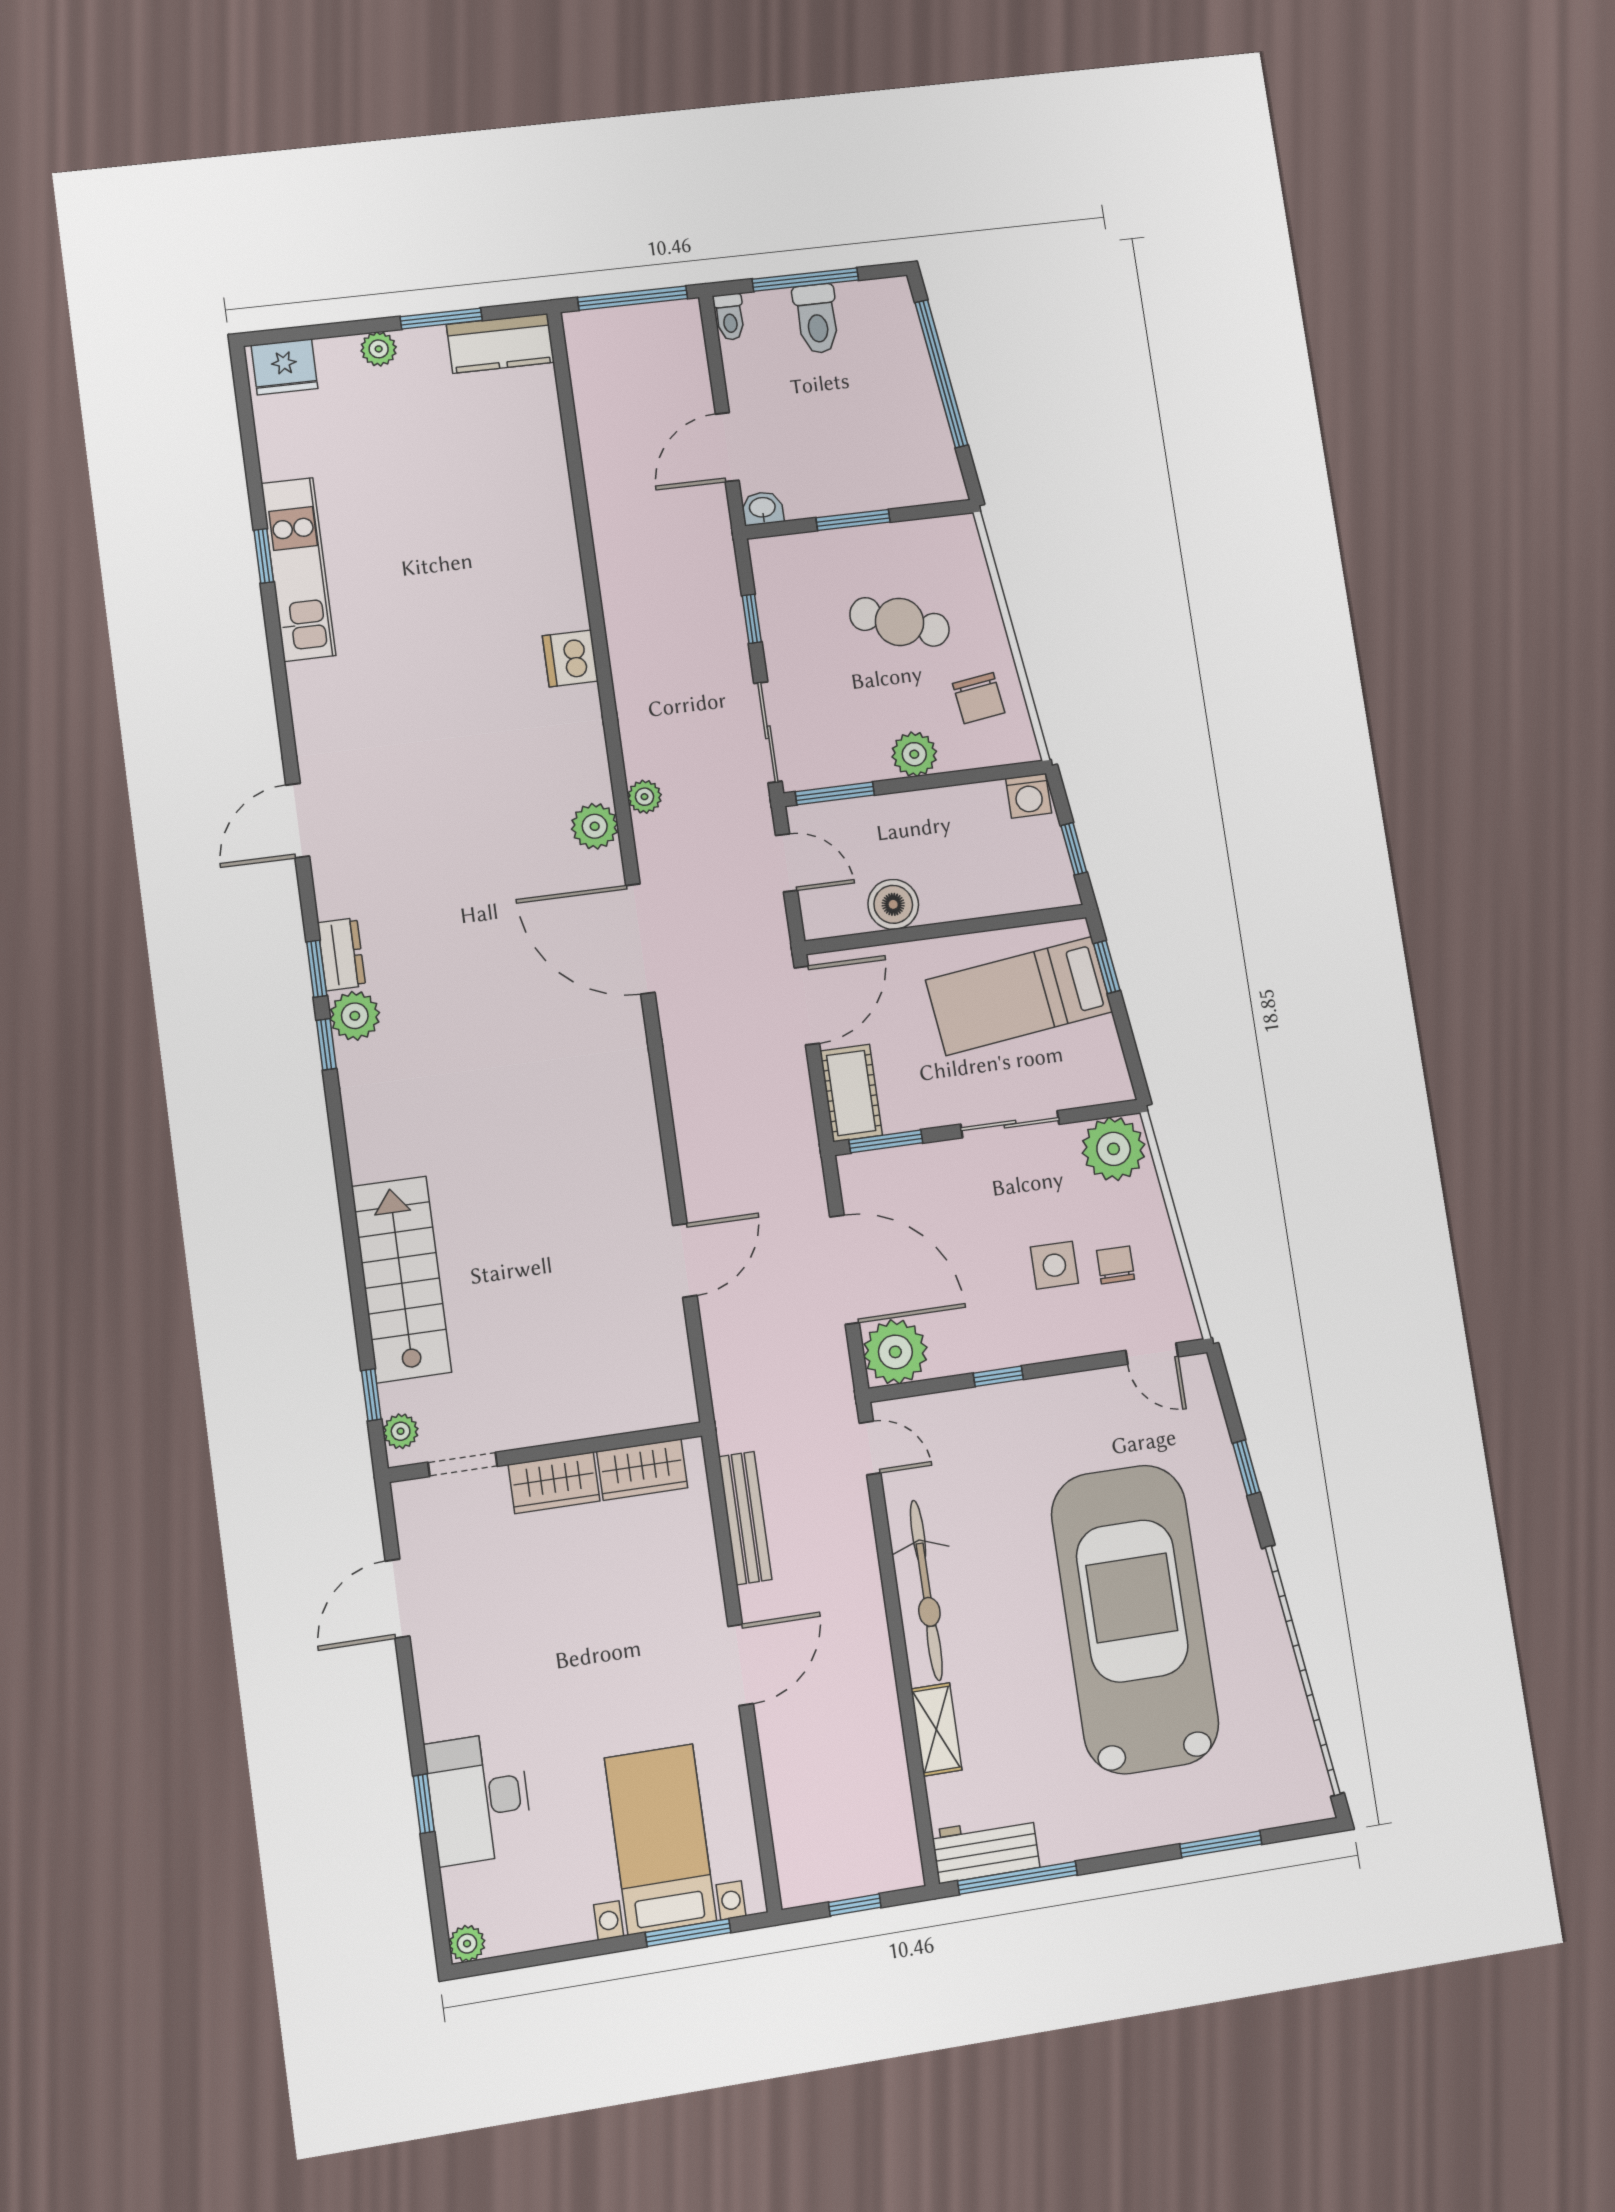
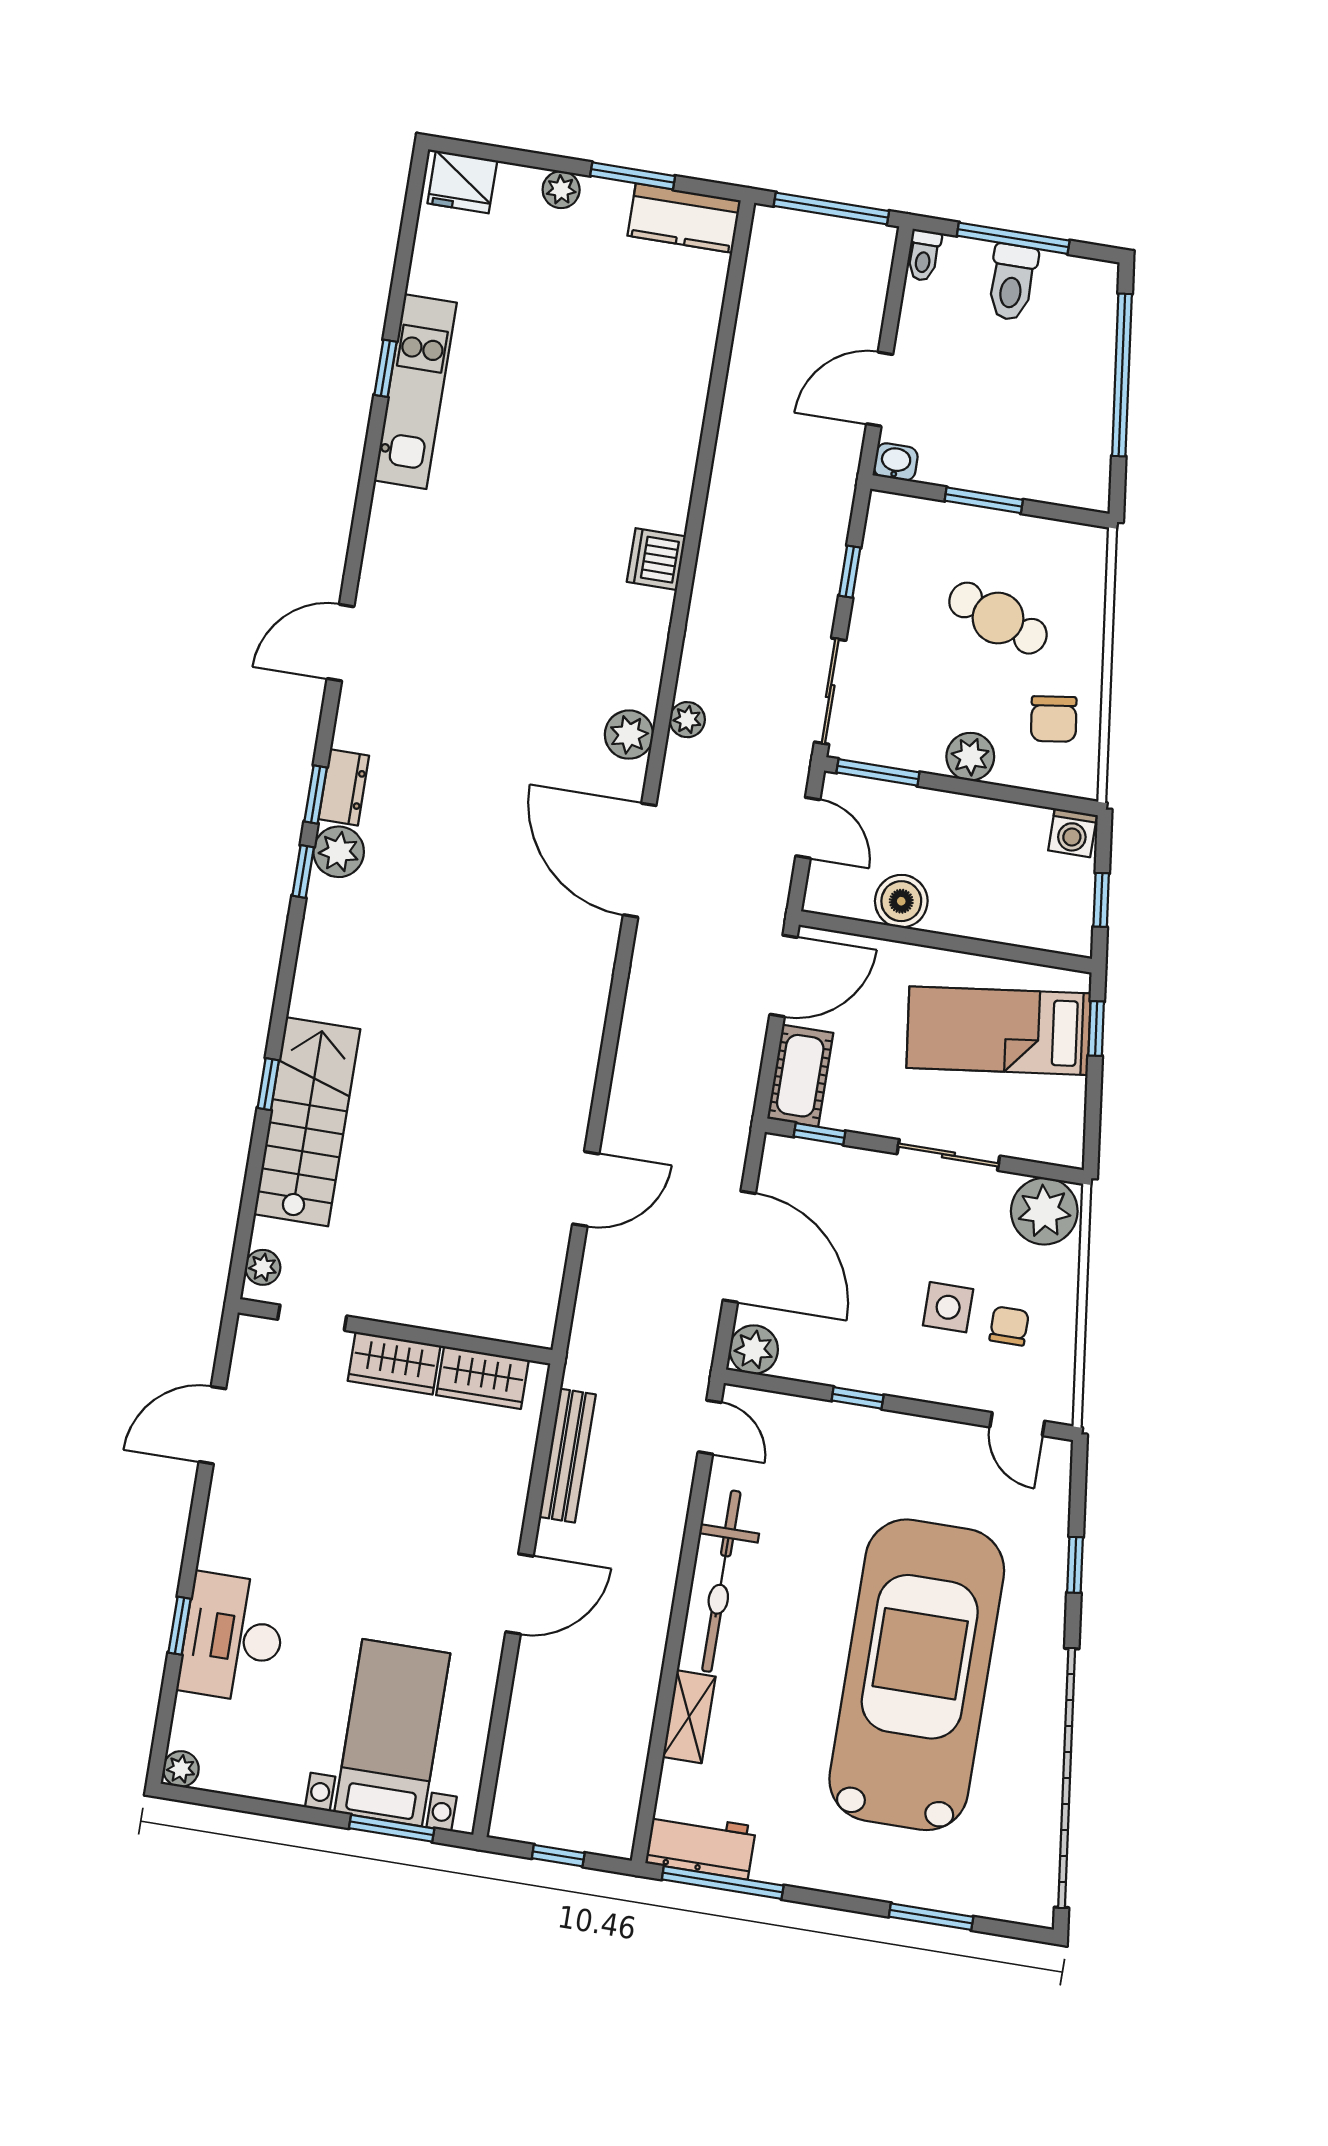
window: (886, 1141) -> (820, 1134), width x0.67
plant: (895, 1352) -> (754, 1350), width x0.73, depth x0.73
window: (371, 1395) -> (268, 1084), moved

